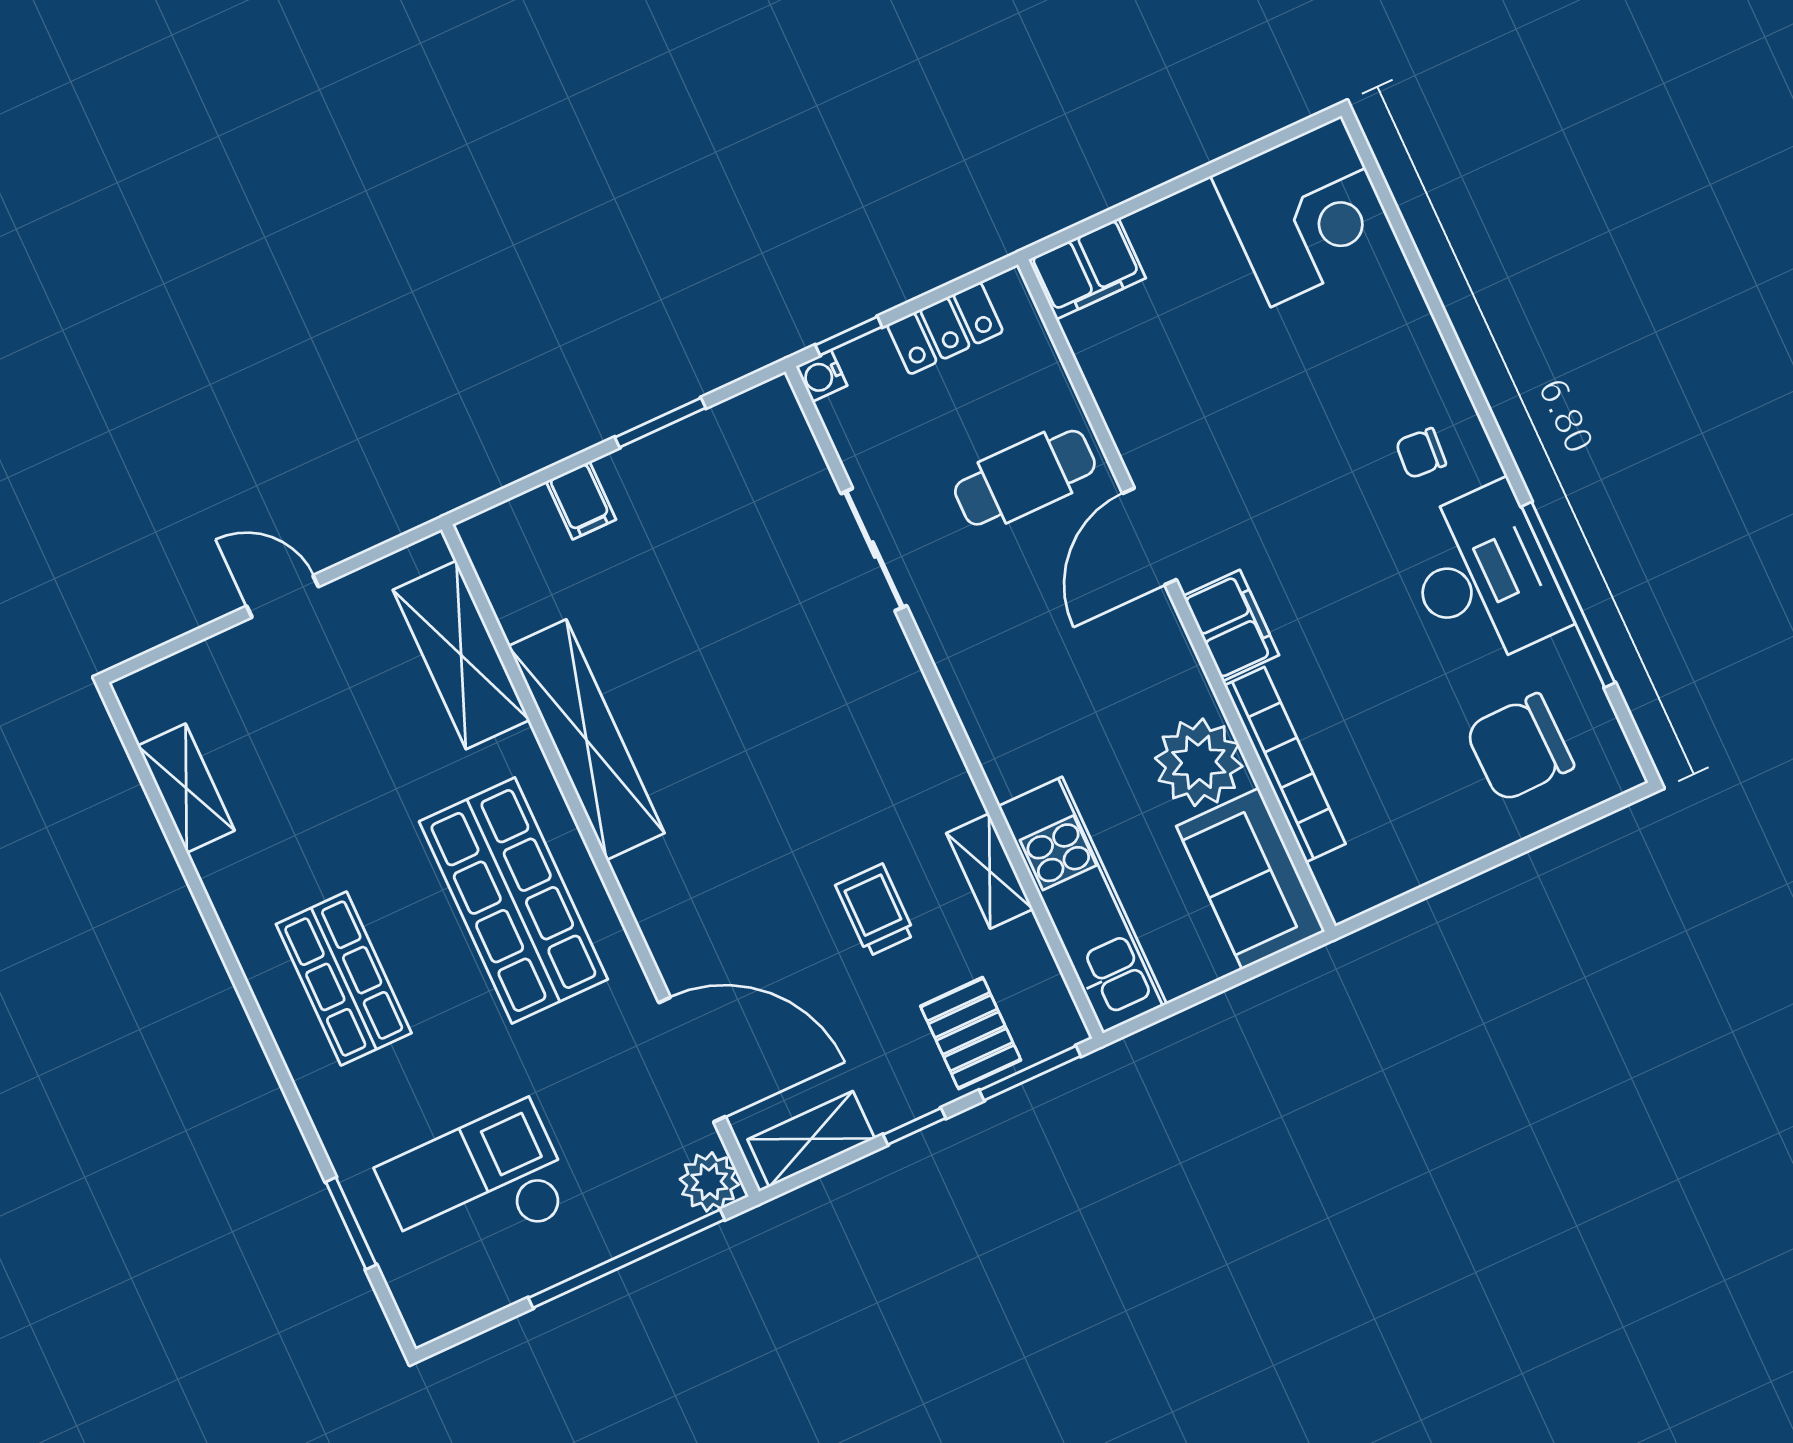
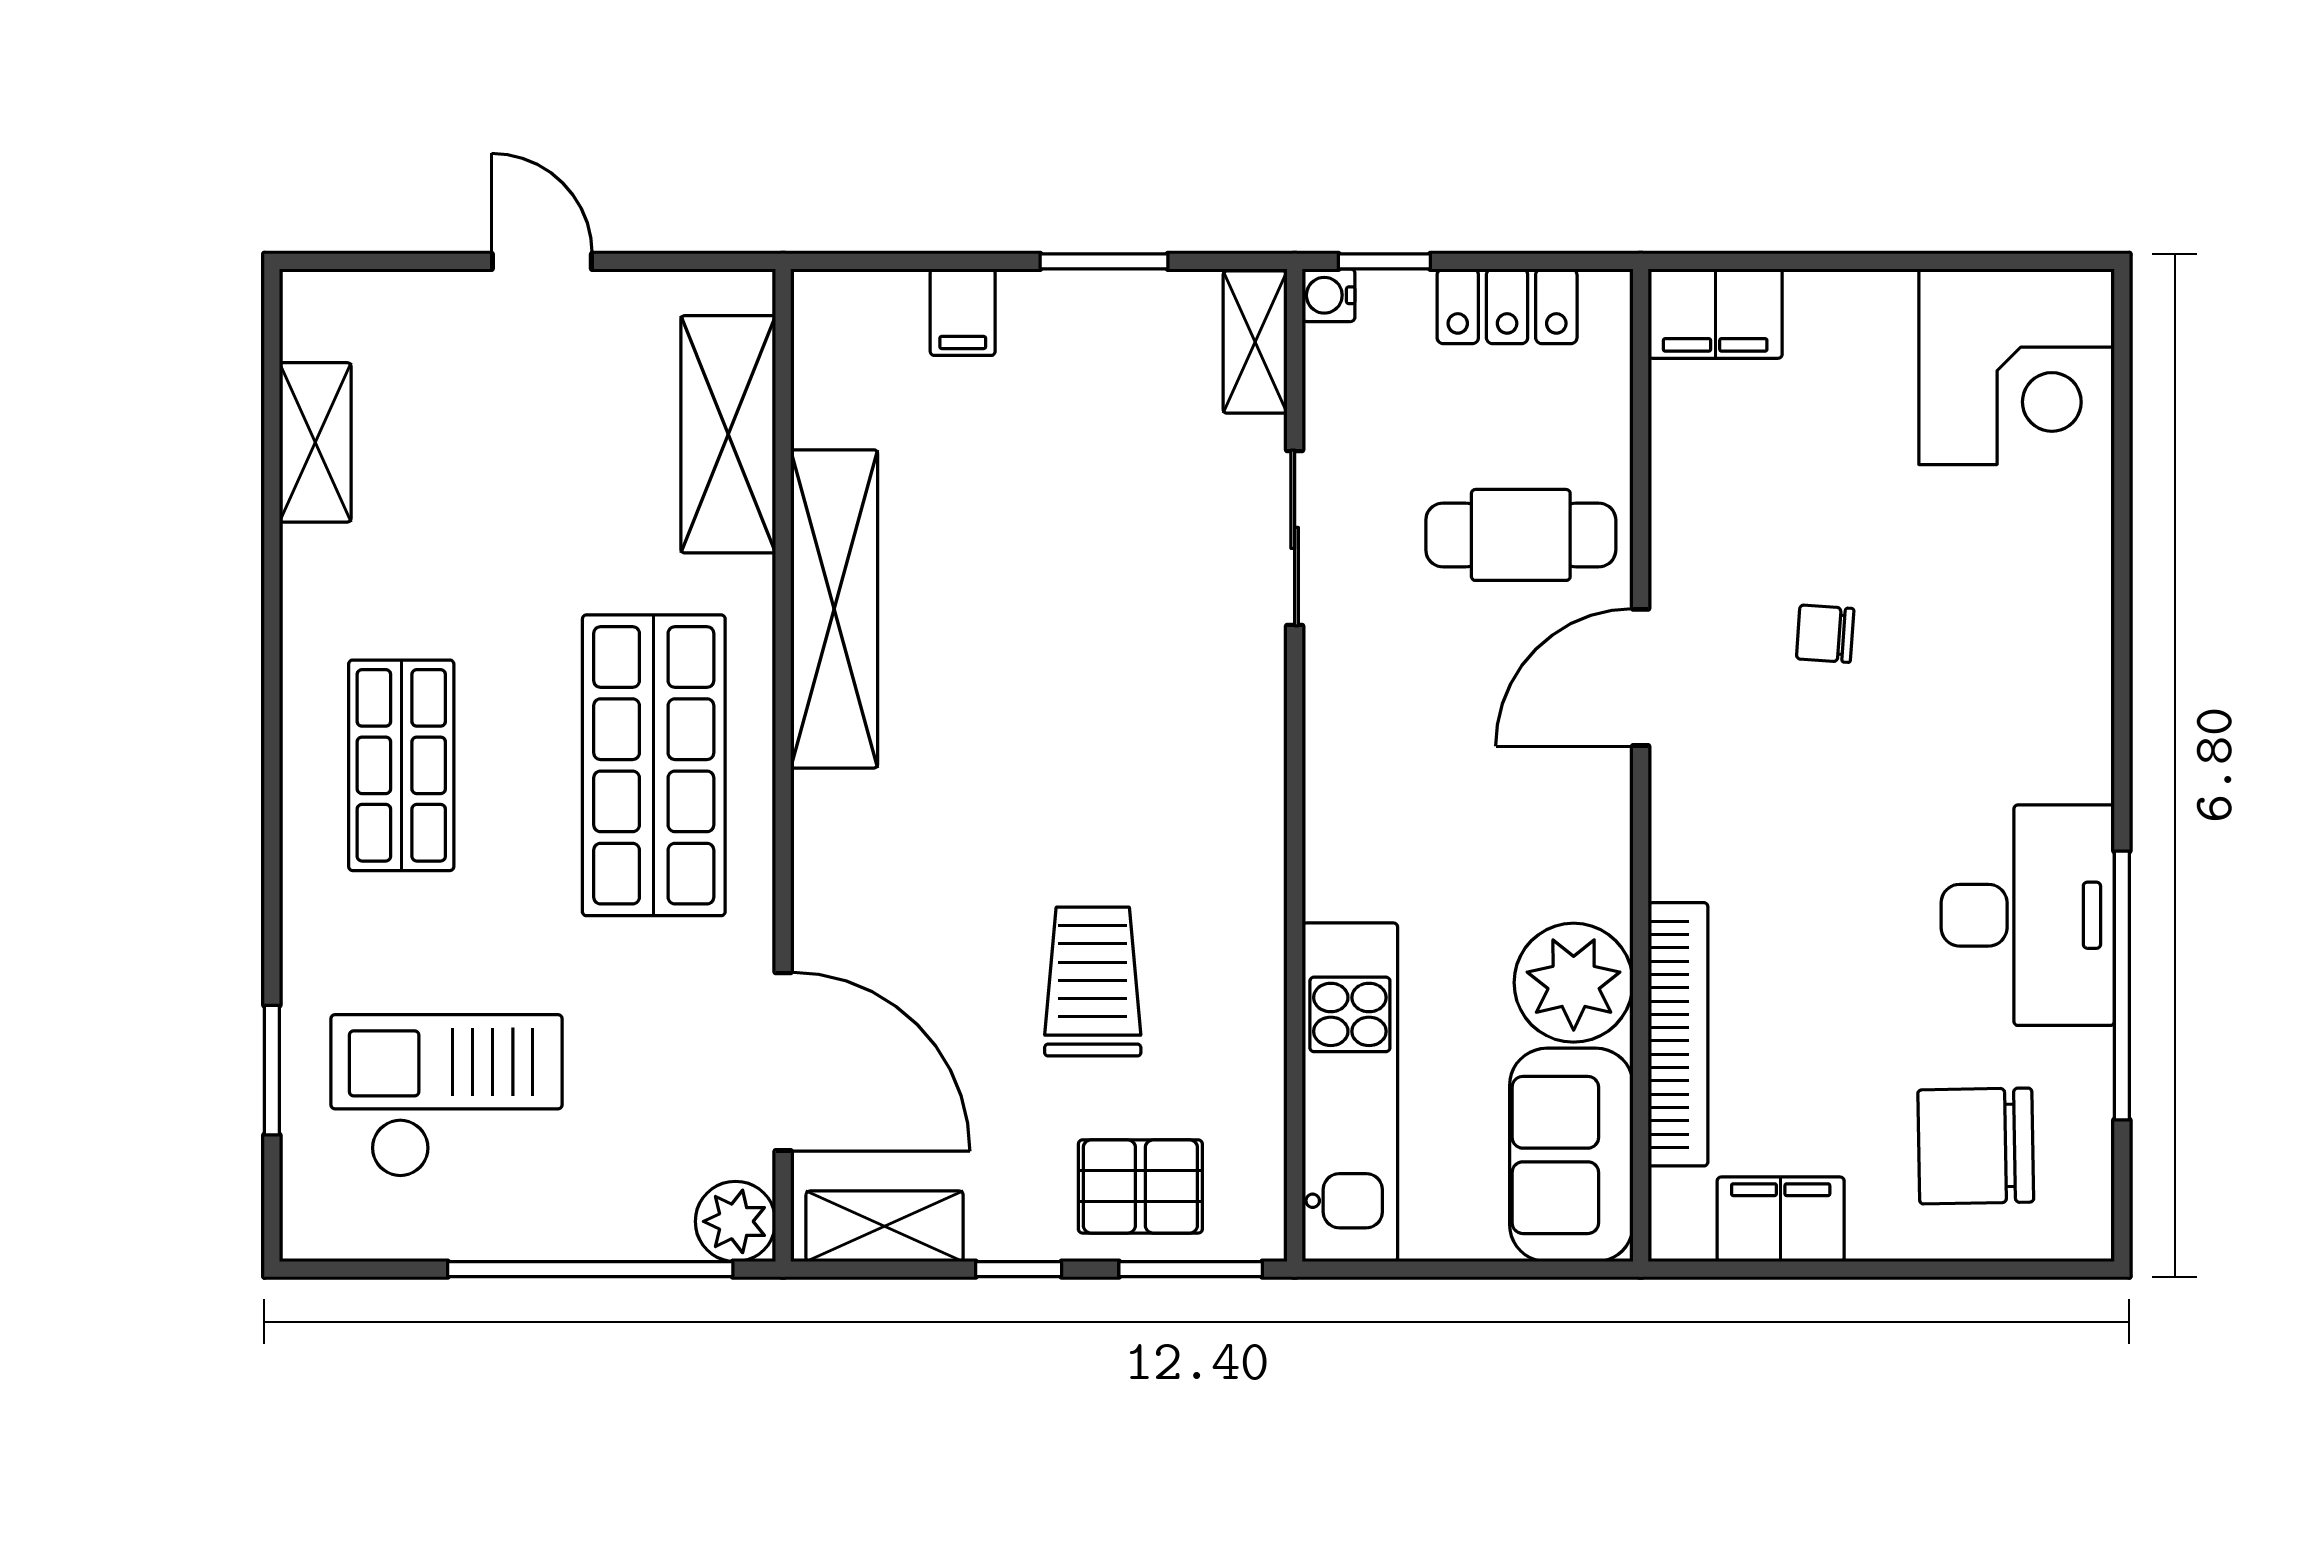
chair: (1421, 453) -> (1825, 634), moved
filing cabinet: (1231, 626) -> (1781, 1219), moved, turned -90
shelving: (990, 871) -> (1255, 342), moved
trolley: (875, 910) -> (1093, 982), width x1.36, depth x1.39
pallet: (971, 1033) -> (1140, 1186), turned 90

